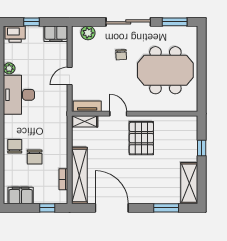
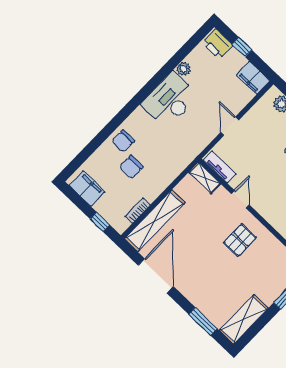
door: (70, 76) -> (230, 126), hinge flipped
pallet: (141, 138) -> (240, 240), width x0.67, depth x0.71
chair: (15, 146) -> (123, 141), turned 180

